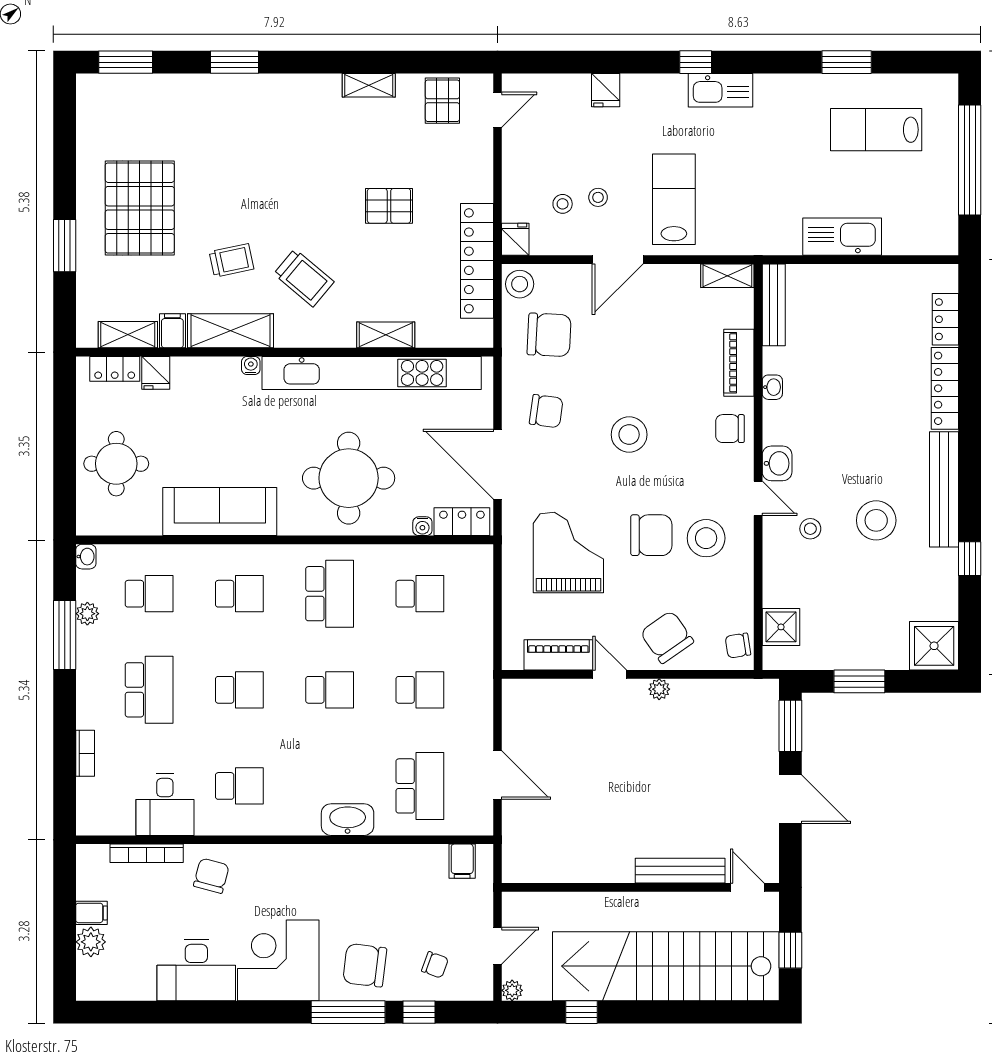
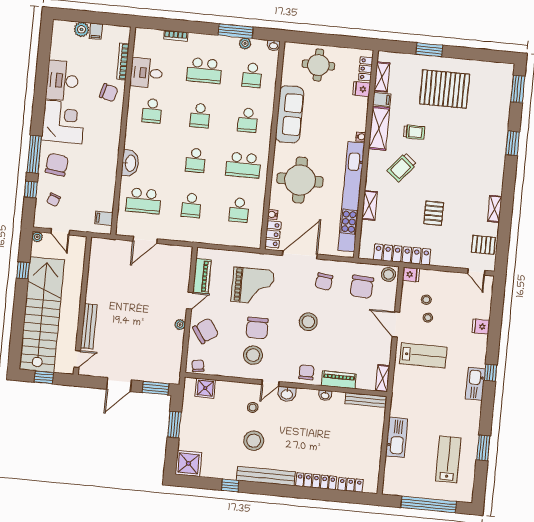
trolley: (231, 260) -> (414, 132), turned -78

